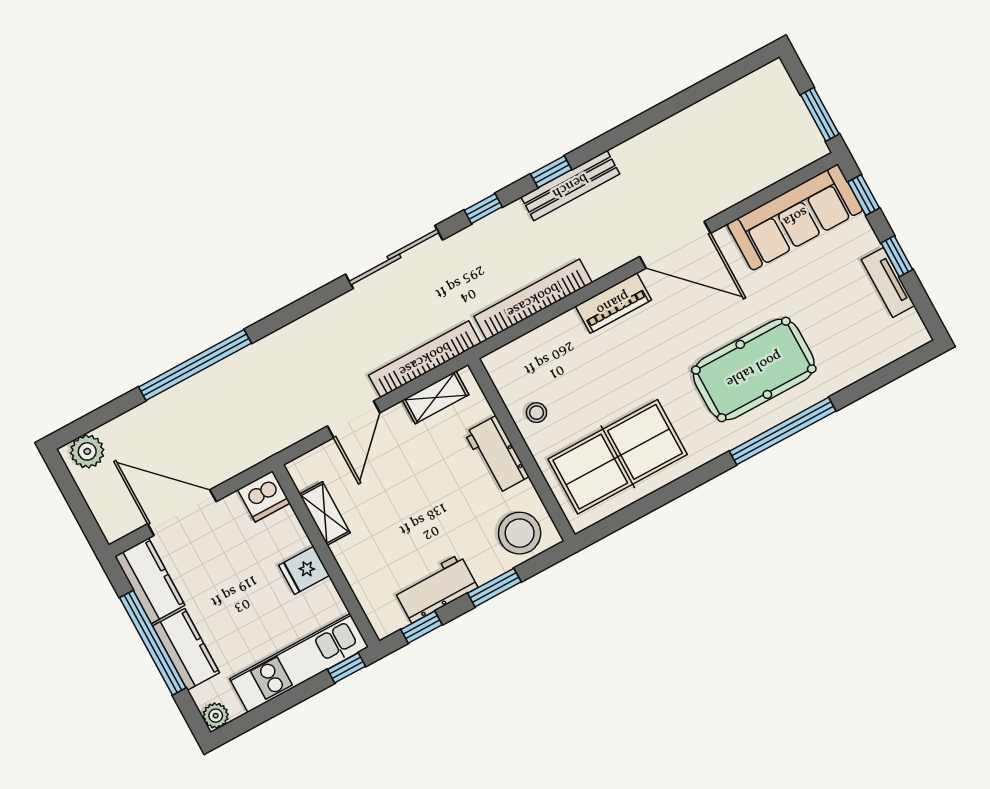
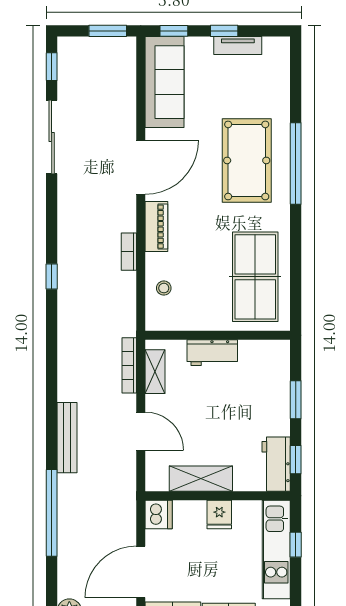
window: (551, 172) -> (52, 67), moved
bench: (570, 186) -> (67, 438), moved
sliding door: (394, 257) -> (52, 137), moved
bookcase: (533, 300) -> (129, 252), width x0.43, depth x0.76
bookcase: (425, 359) -> (129, 365), width x0.68, depth x0.76
stool: (537, 413) -> (164, 288), moved
shelving: (325, 513) -> (201, 479), width x1.50, depth x1.33
stool: (520, 533) -> (270, 365), removed
workbench: (436, 589) -> (276, 464), moved
window: (346, 668) -> (296, 545), moved

